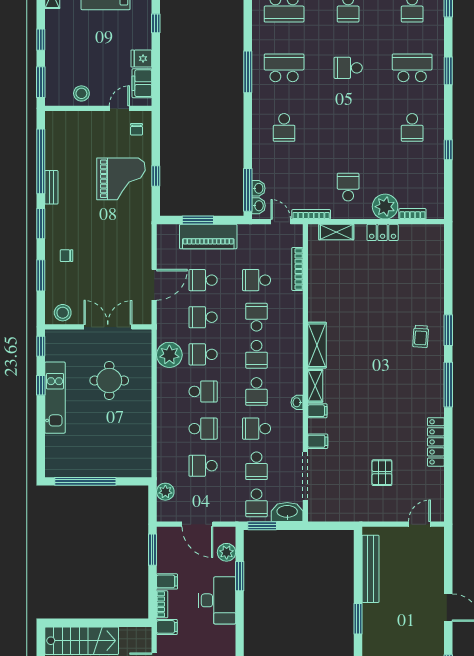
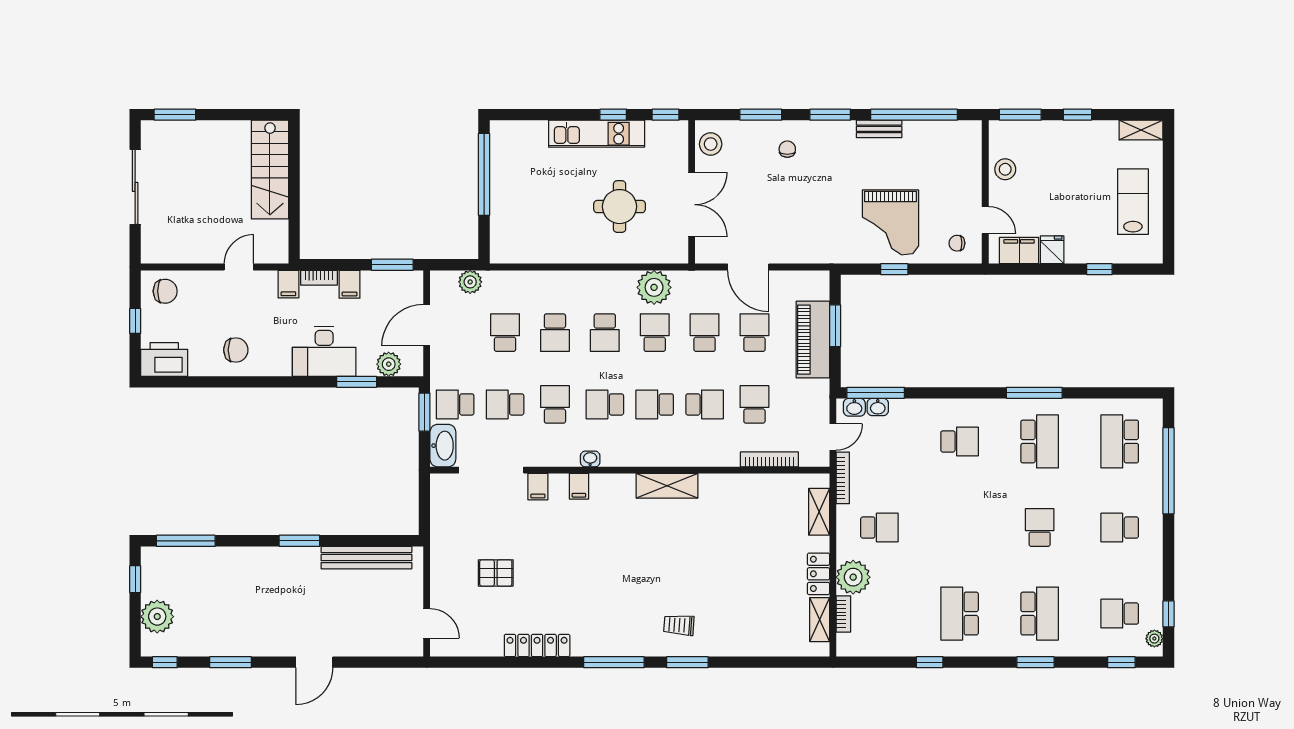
school desk: (284, 127) -> (960, 441), turned 180
school desk: (412, 127) -> (960, 614), width x1.85
shelving: (315, 386) -> (820, 620), moved, turned 90

